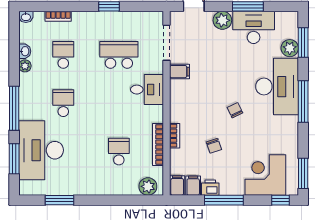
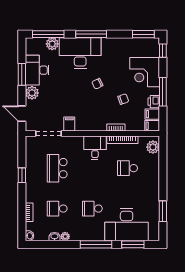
window: (303, 43) -> (48, 34), width x1.44
desk: (147, 90) -> (95, 148), moved
corner desk: (265, 175) -> (145, 72), moved

